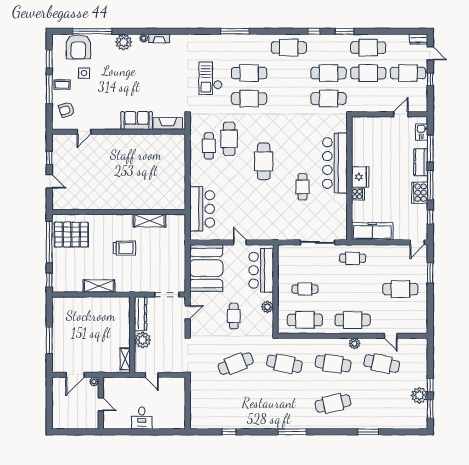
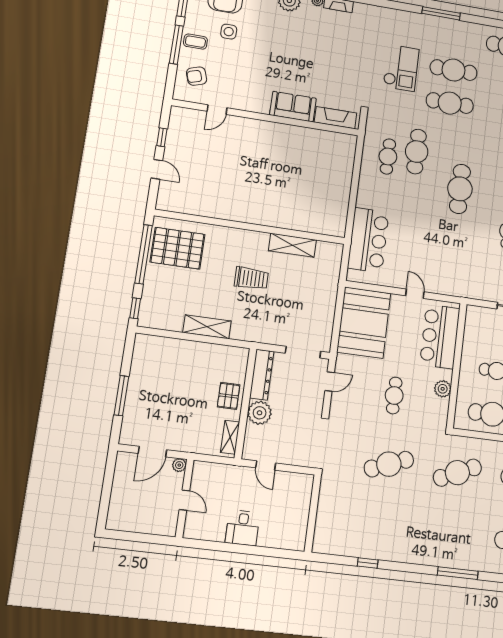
checkout: (210, 78) -> (401, 68), turned 180
pallet: (120, 331) -> (229, 396), added
cafe table: (284, 364) -> (457, 473), turned -36

